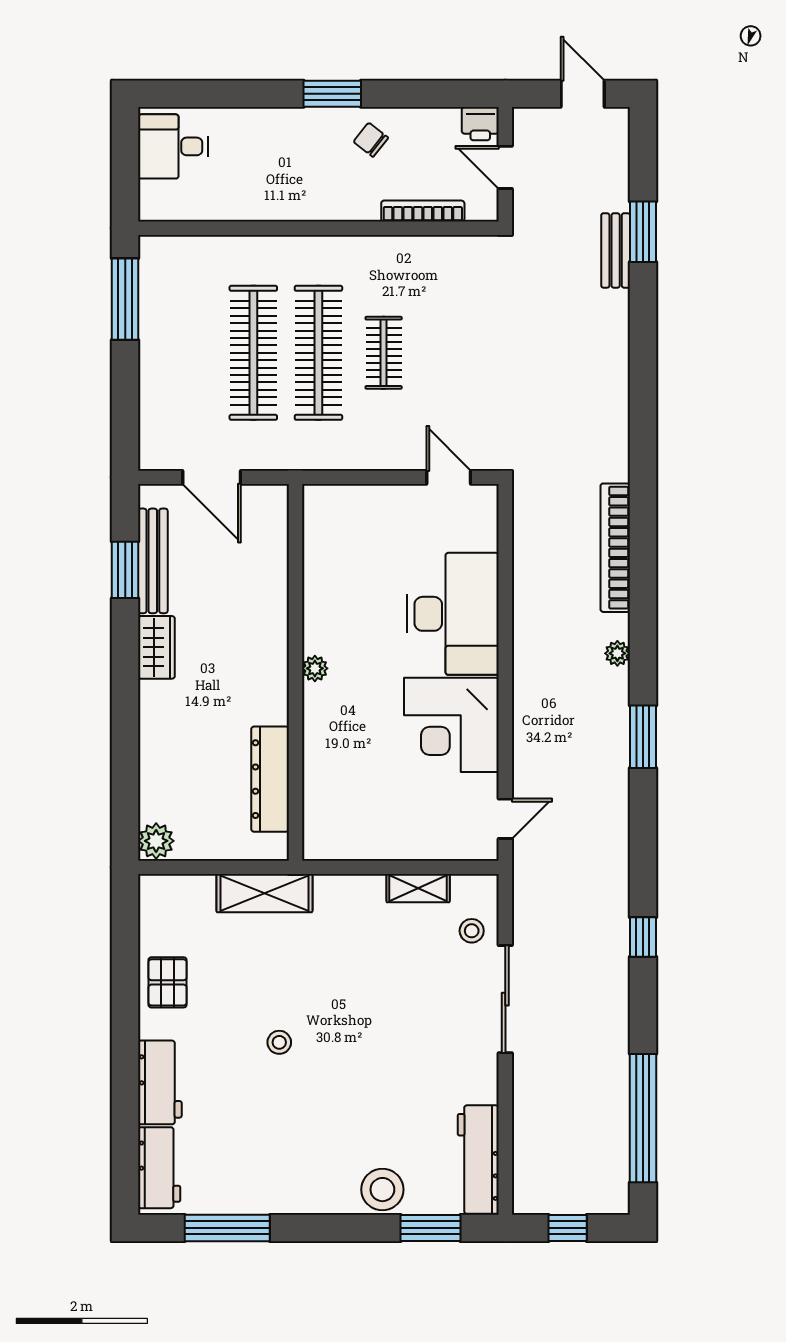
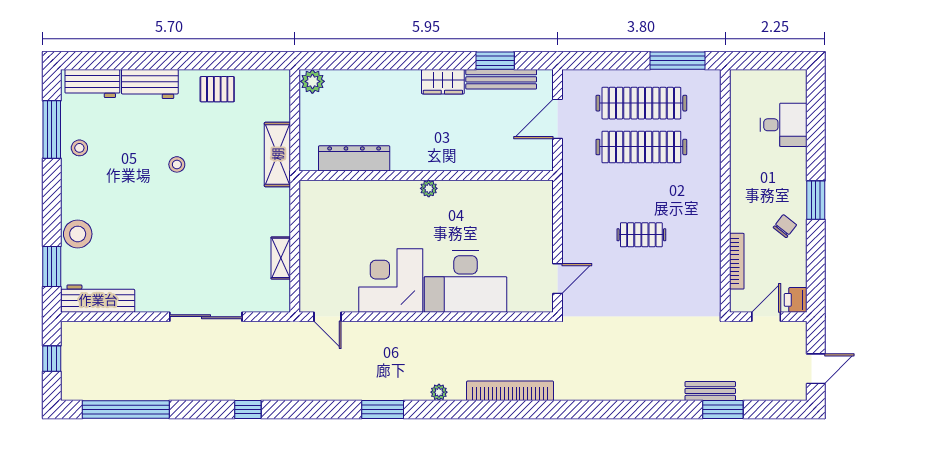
desk: (173, 146) -> (784, 125), moved, turned 90
clothes rail: (318, 353) -> (641, 103), moved
stool: (472, 931) -> (79, 148), moved

